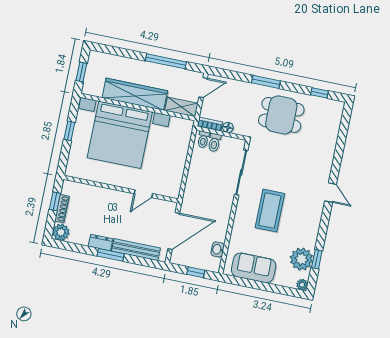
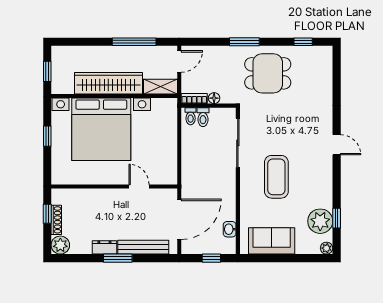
door: (143, 194) -> (139, 186), swing flipped

